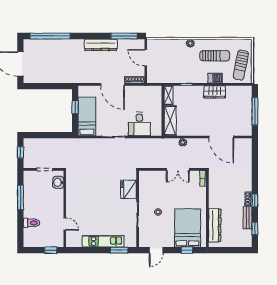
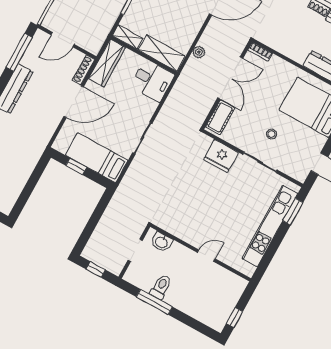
wardrobe: (146, 92) -> (107, 63), added
desk: (139, 124) -> (152, 80), moved
double door: (178, 169) -> (230, 78), width x1.37
cot: (151, 176) -> (220, 117), added
toilet: (32, 223) -> (161, 287), moved
door: (65, 224) -> (206, 256), moved
kitchen unit: (103, 241) -> (270, 226), width x1.36
window: (51, 250) -> (235, 317), moved

